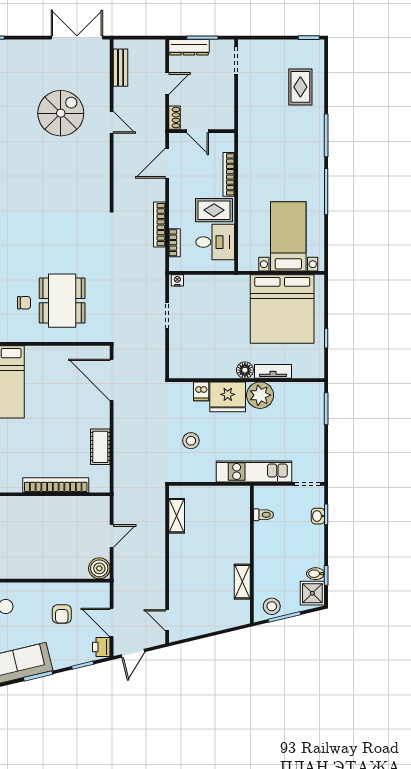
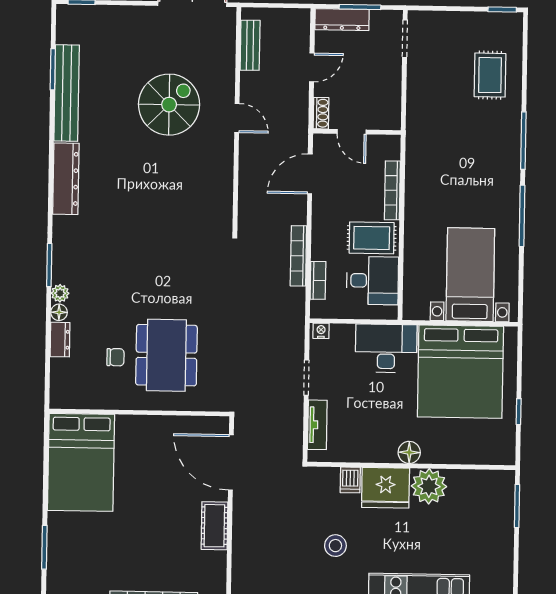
desk: (226, 293) -> (386, 348), added
tv unit: (273, 371) -> (317, 425), moved, turned 90
cot: (100, 447) -> (214, 526), moved

